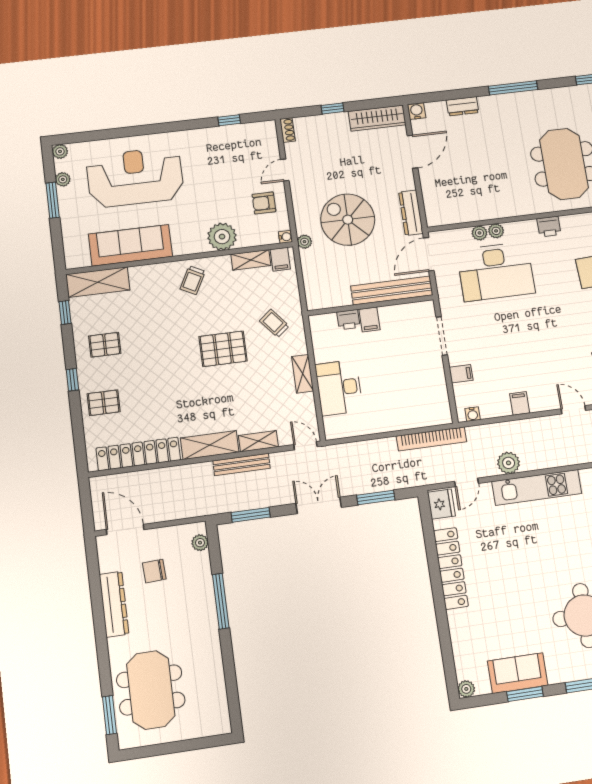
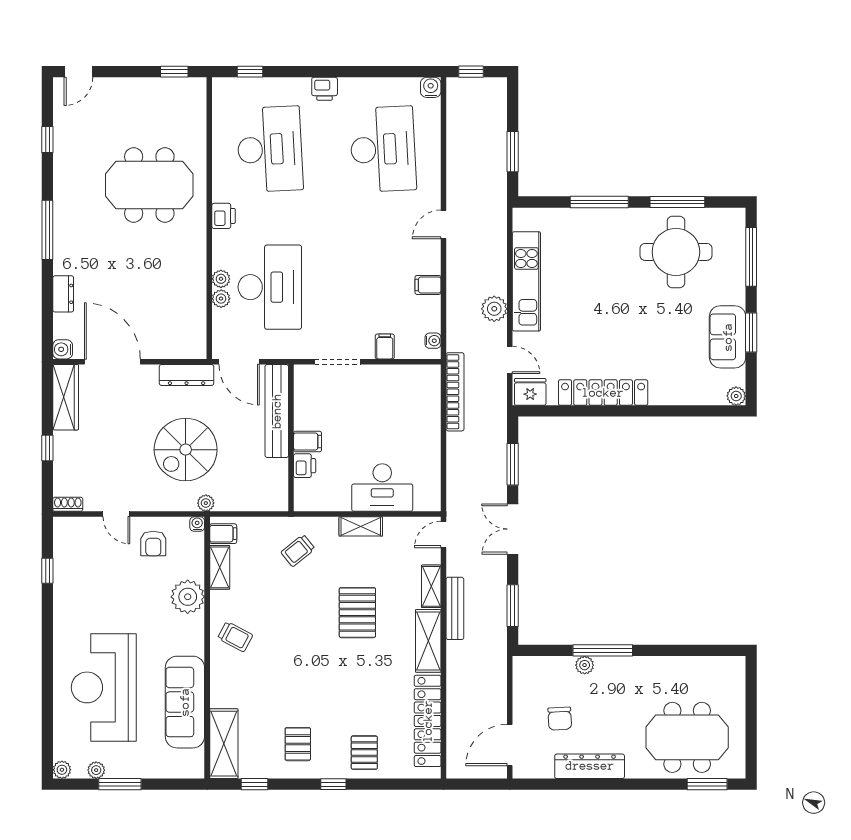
door: (413, 152) -> (112, 362), width x1.36
pallet: (223, 349) -> (357, 613), moved
plant: (200, 543) -> (585, 665), moved

